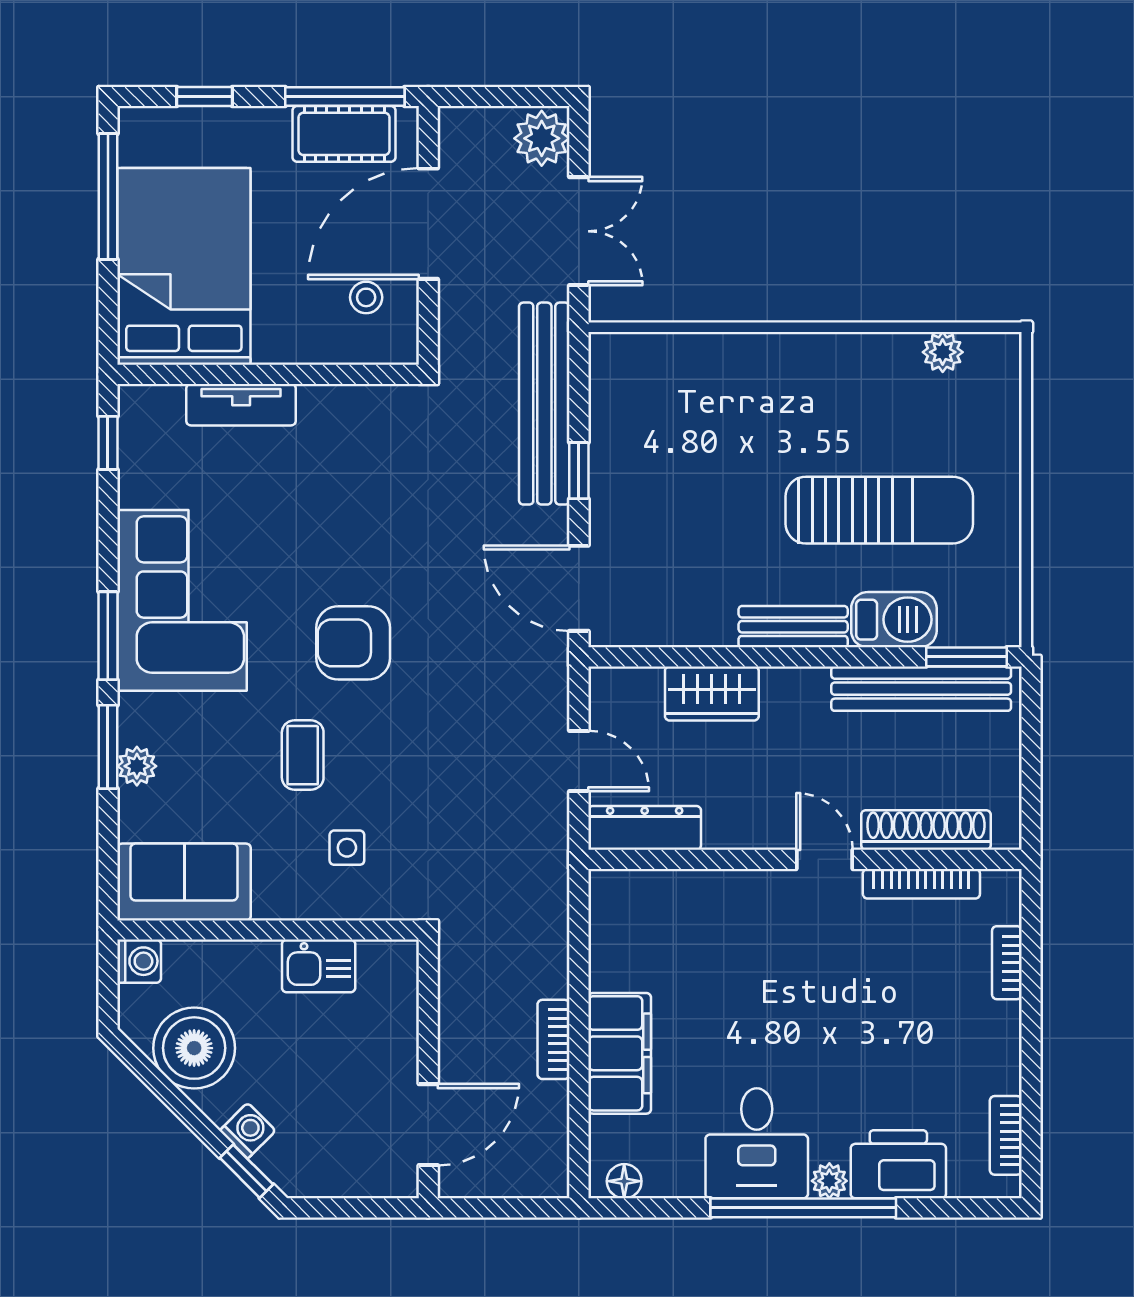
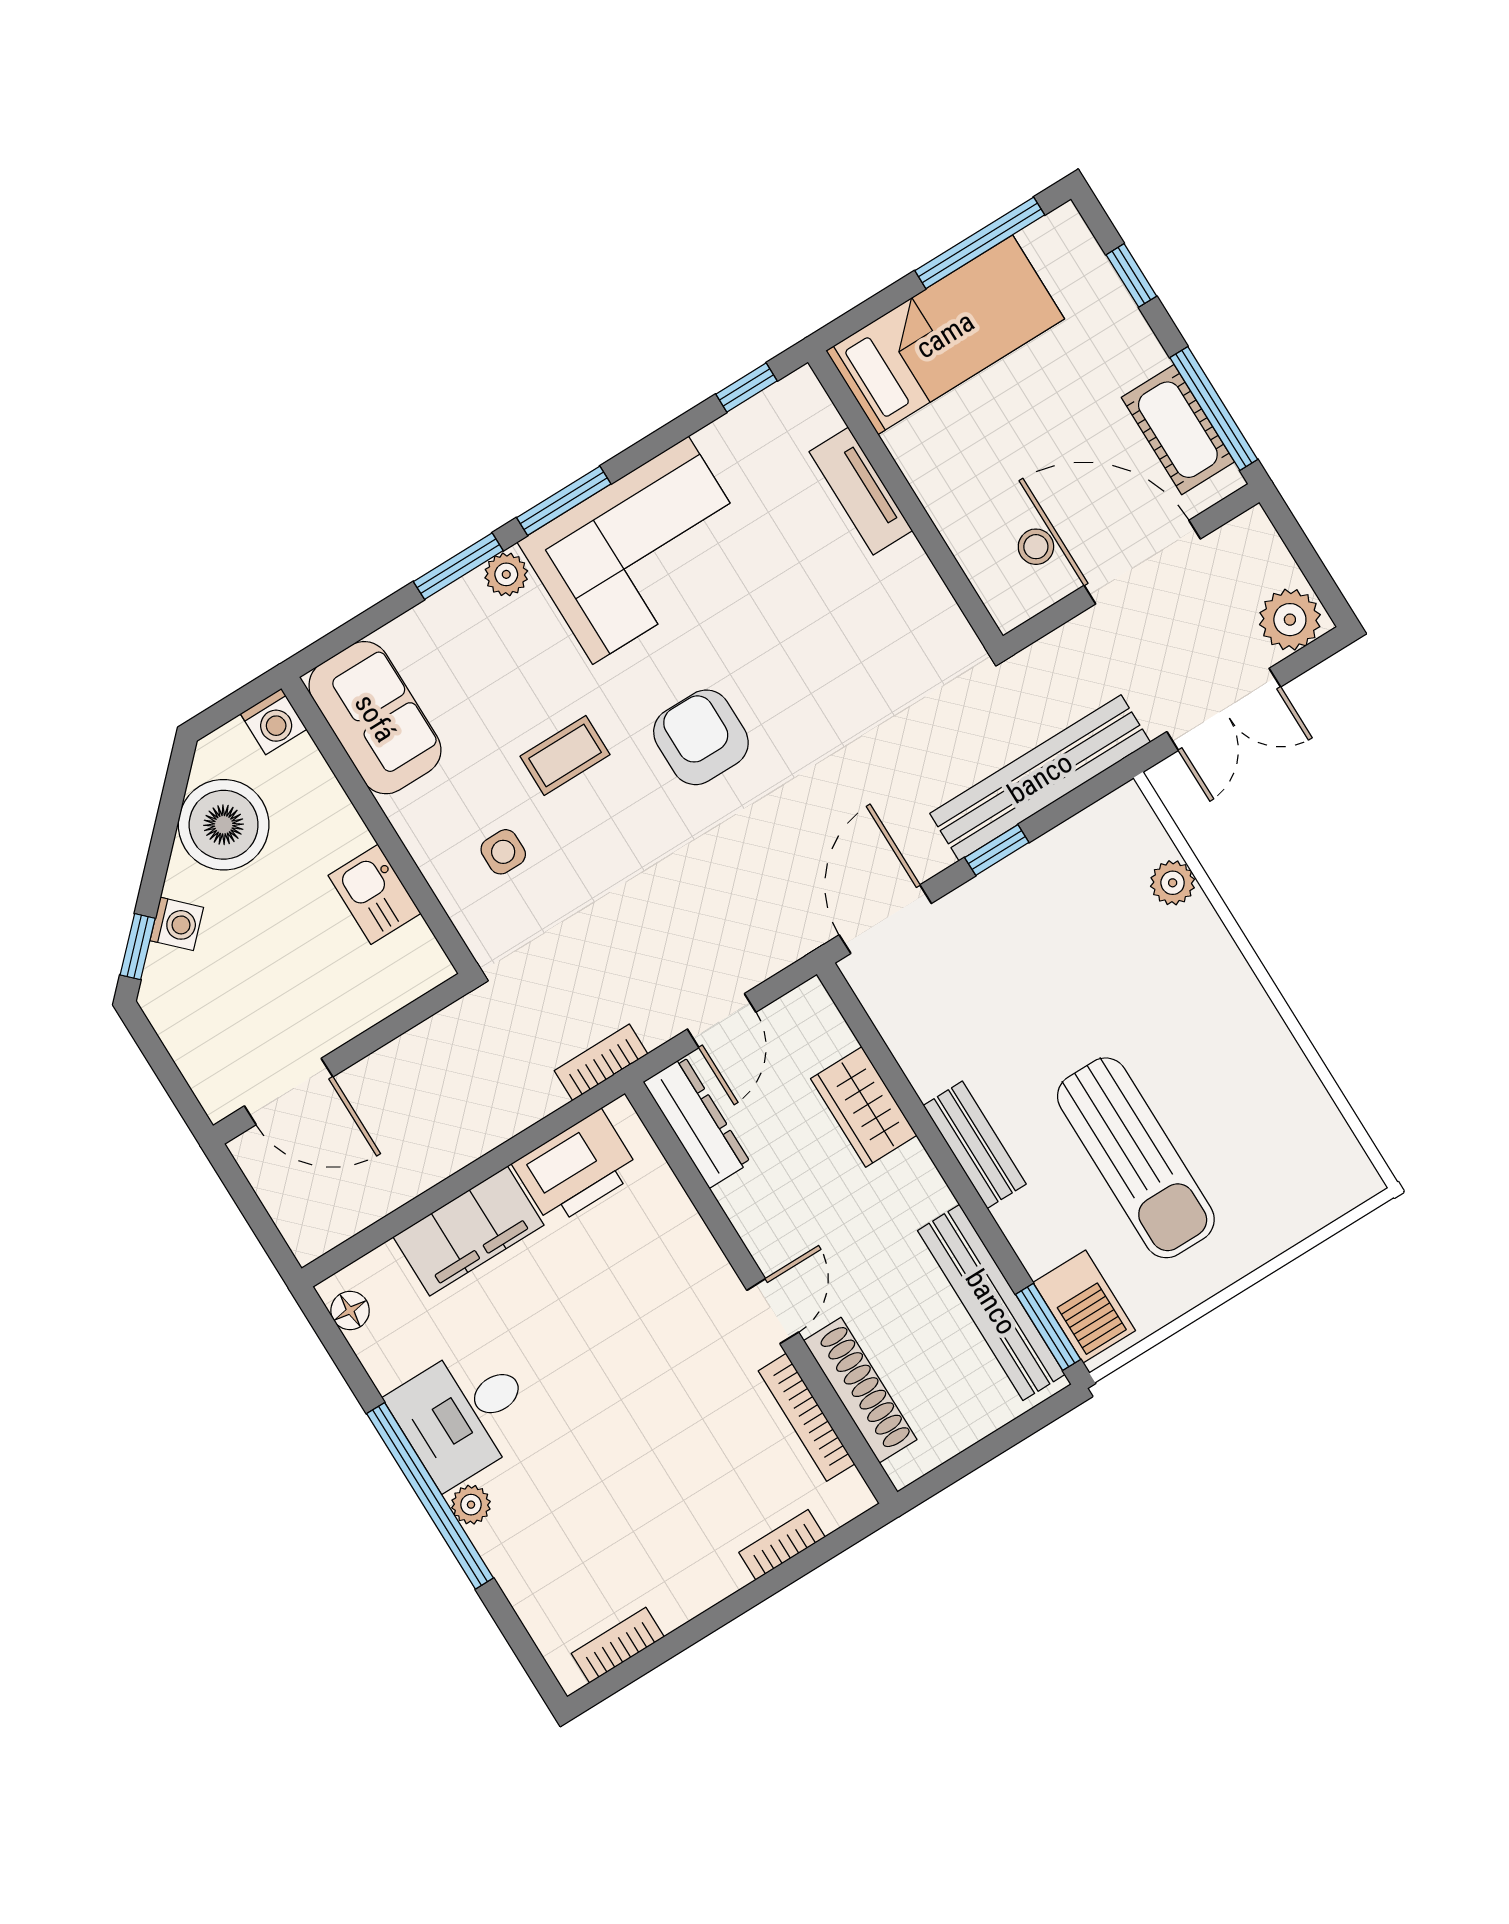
bed: (184, 266) -> (945, 335), width x0.67
plant: (943, 352) -> (1173, 883), moved
barbecue: (894, 620) -> (1084, 1307), moved
plant: (137, 766) -> (506, 574), moved
bookcase: (554, 1039) -> (601, 1062), moved
printer: (898, 1164) -> (576, 1168), moved, turned 90

